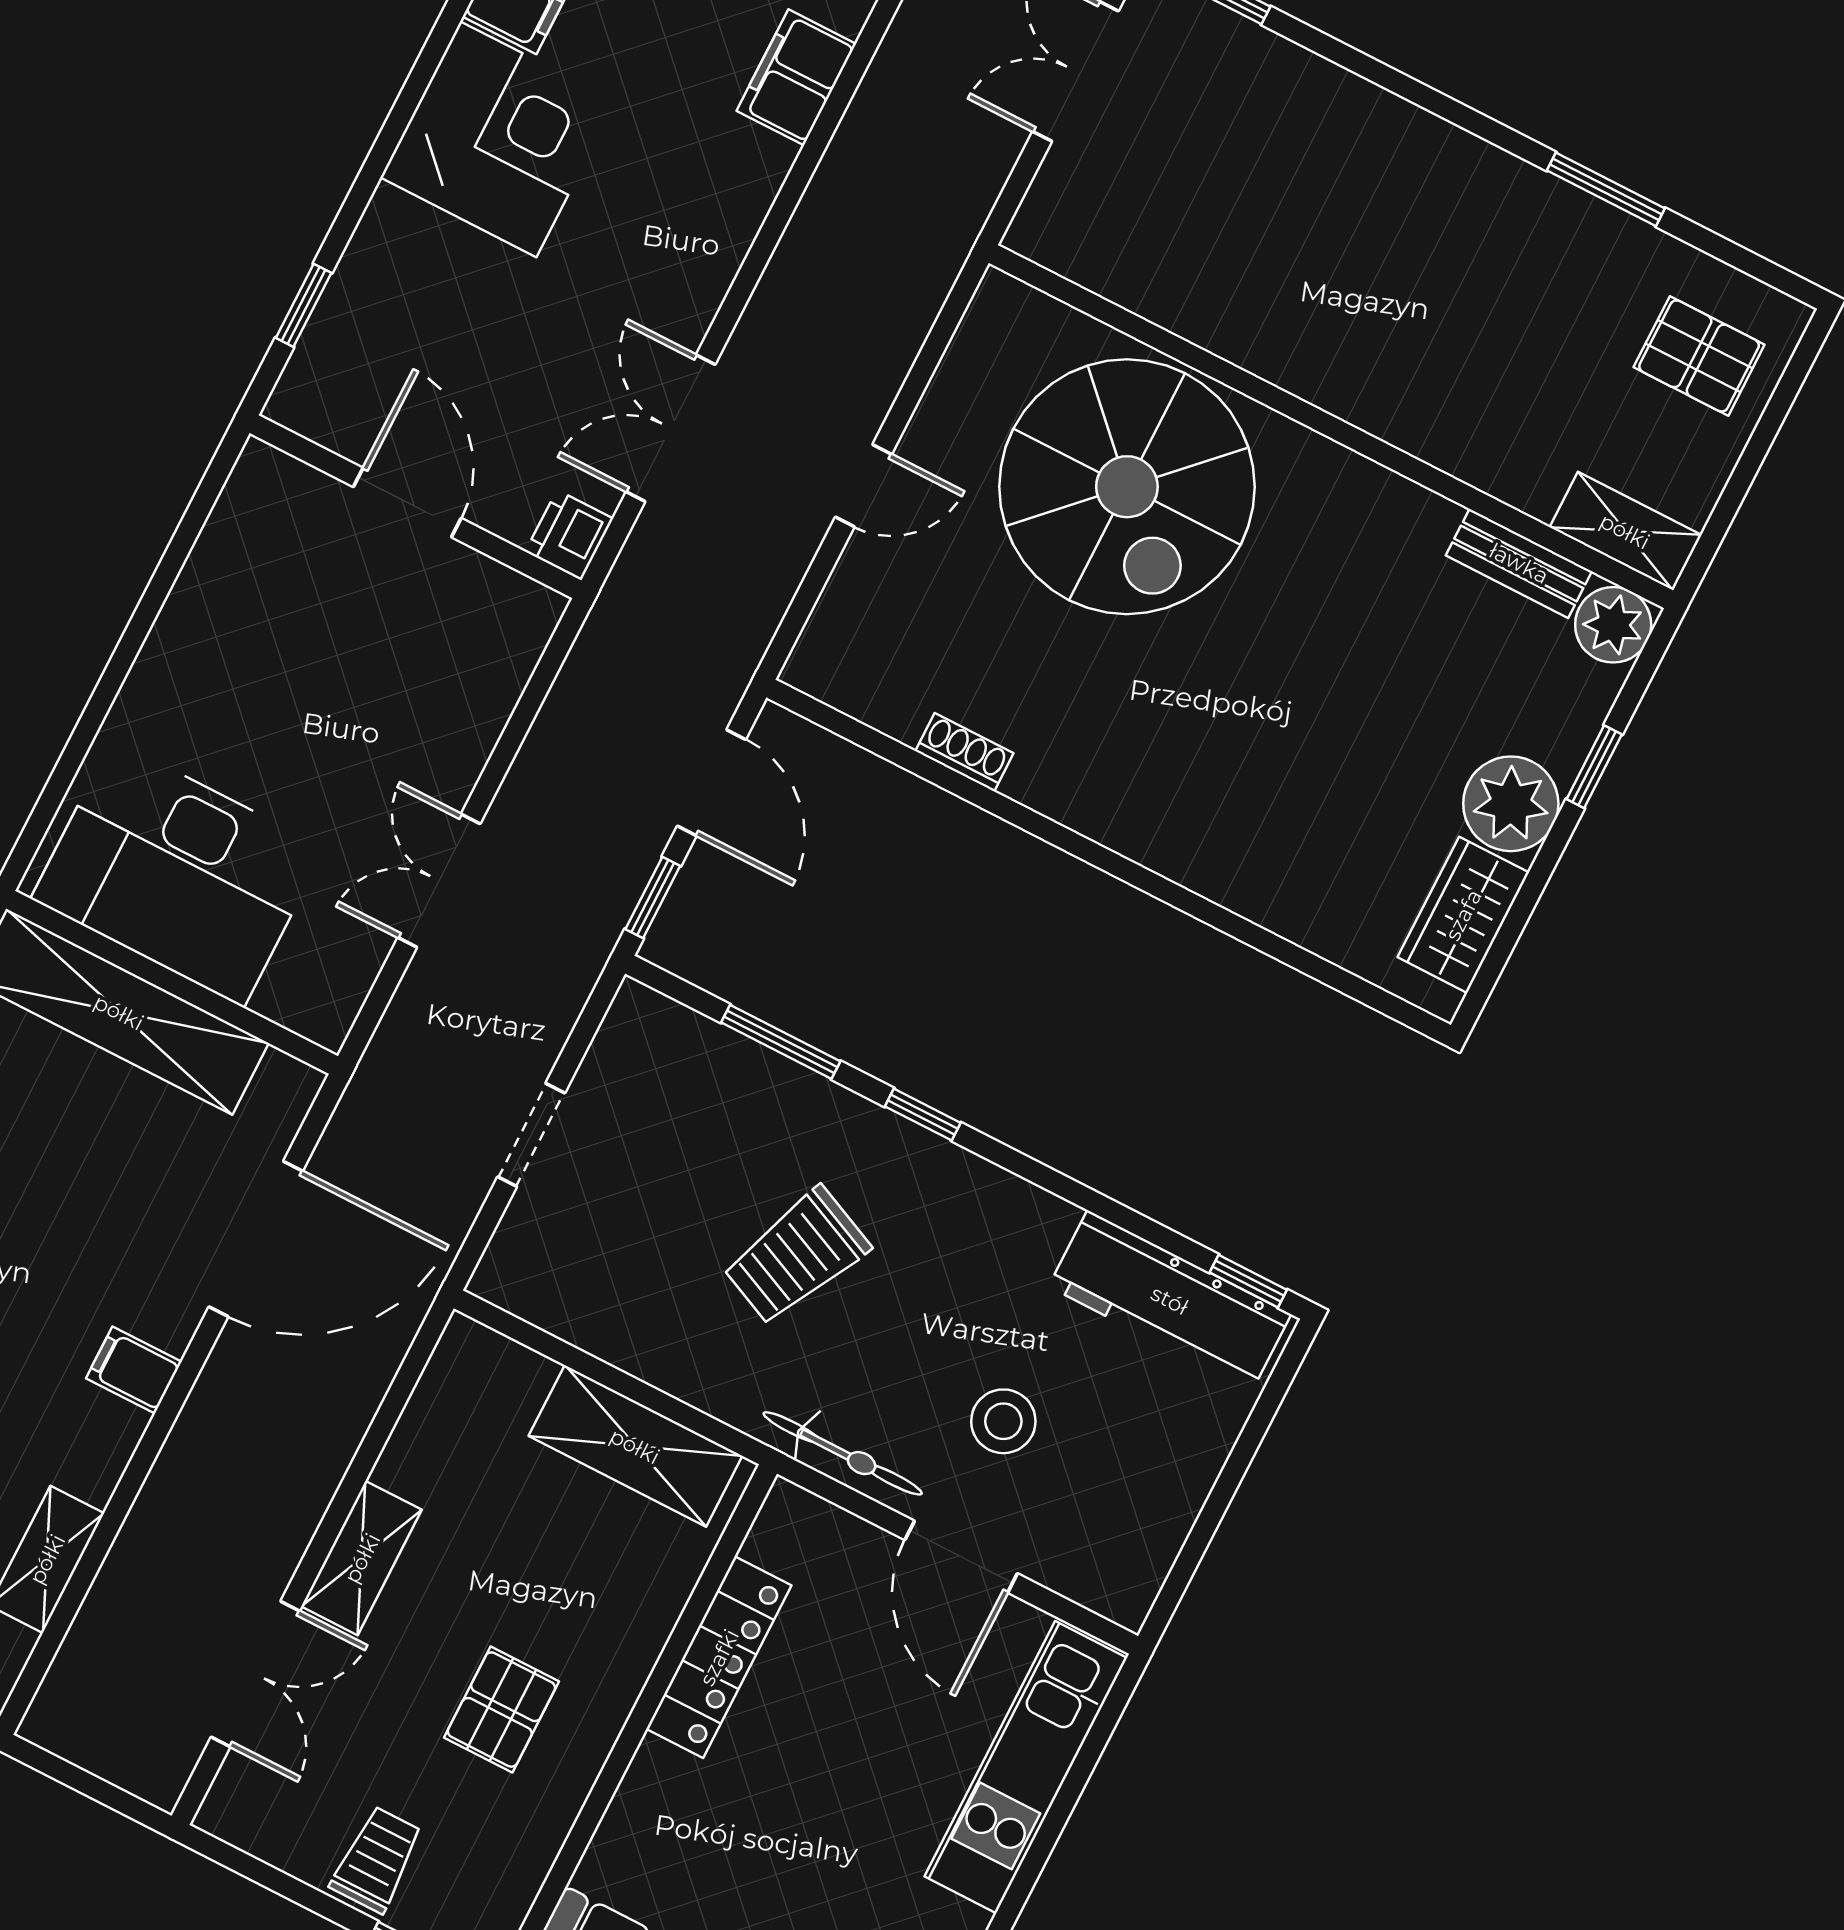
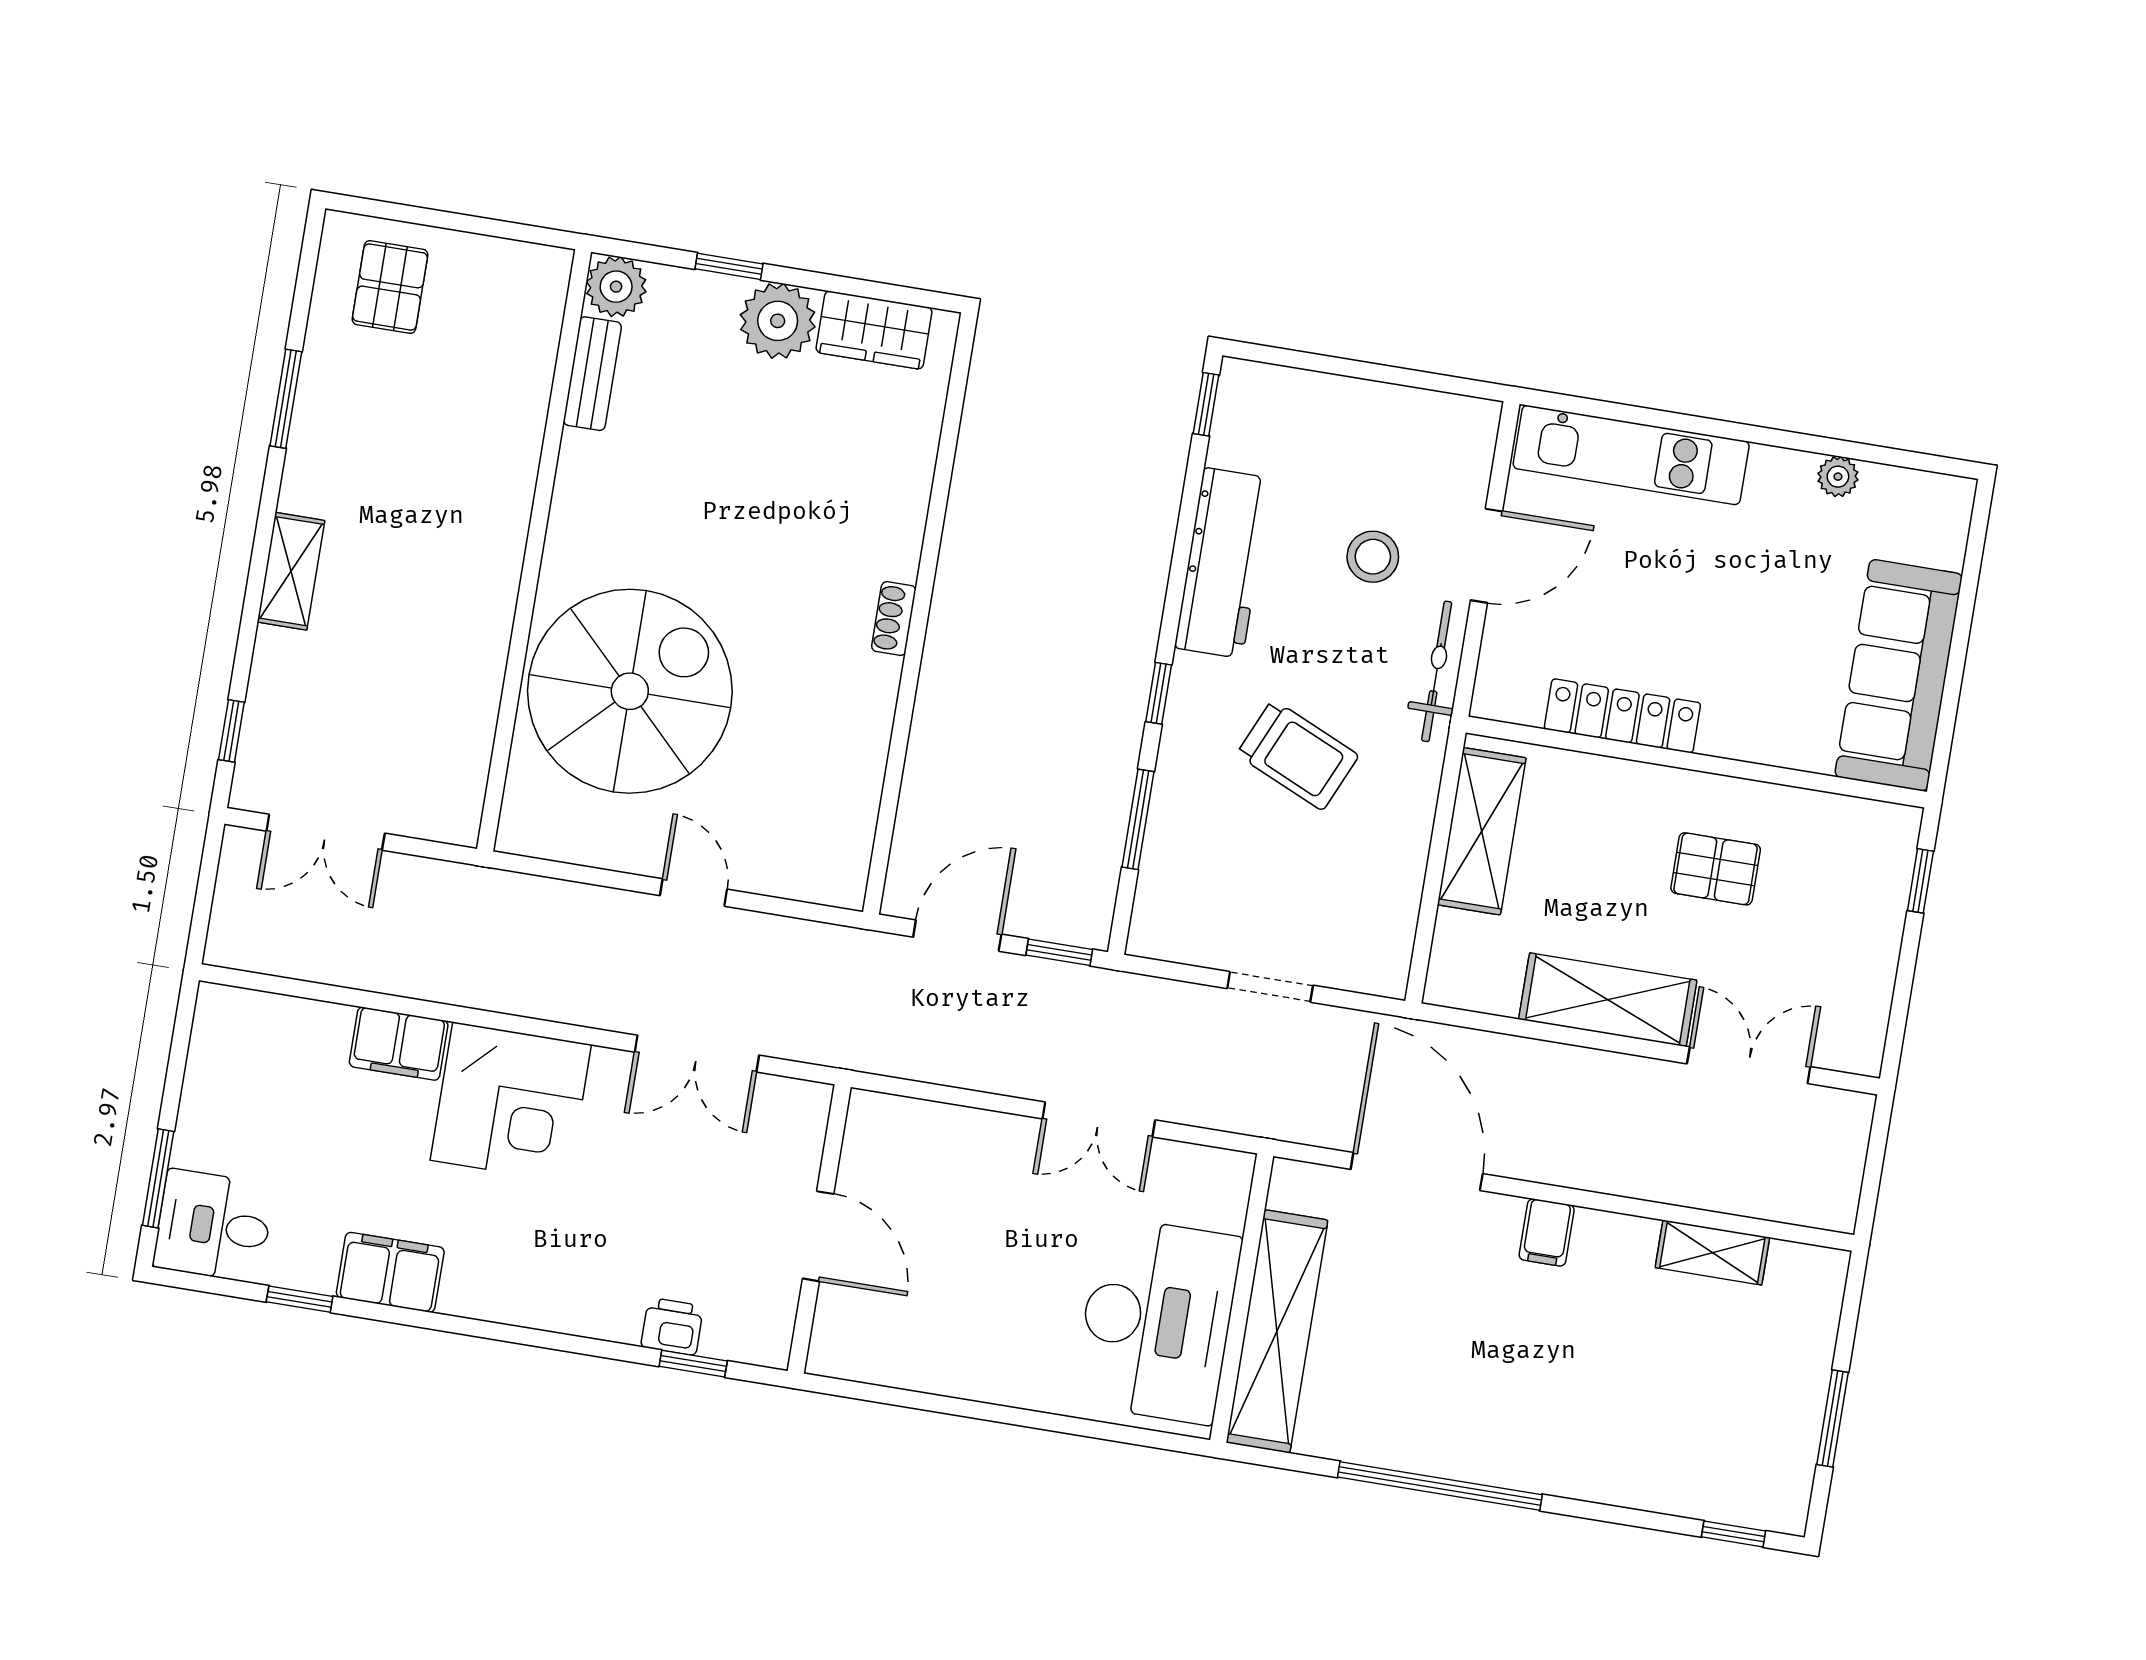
corner desk: (498, 139) -> (511, 1102), moved, turned 180
door: (407, 502) -> (818, 1236), swing flipped
shelving: (1625, 531) -> (291, 571), moved
printer: (569, 535) -> (672, 1326), moved, turned 180
shoe rack: (964, 752) -> (894, 619), moved
workbench: (1170, 1300) -> (1223, 563), moved
shelving: (362, 1558) -> (1608, 1000), width x1.50, depth x1.33
trolley: (377, 1860) -> (1861, 927), removed

